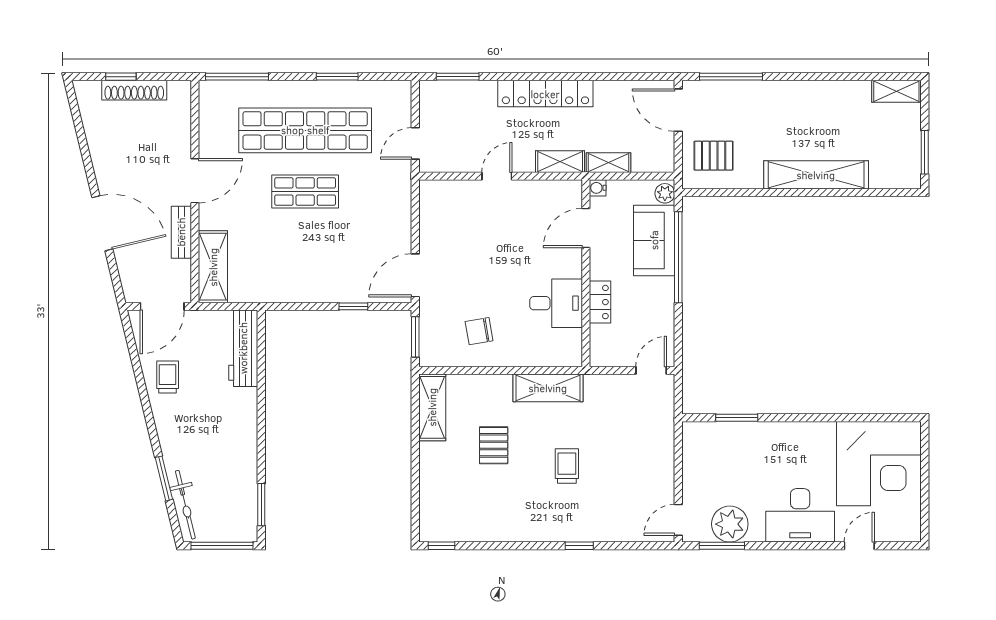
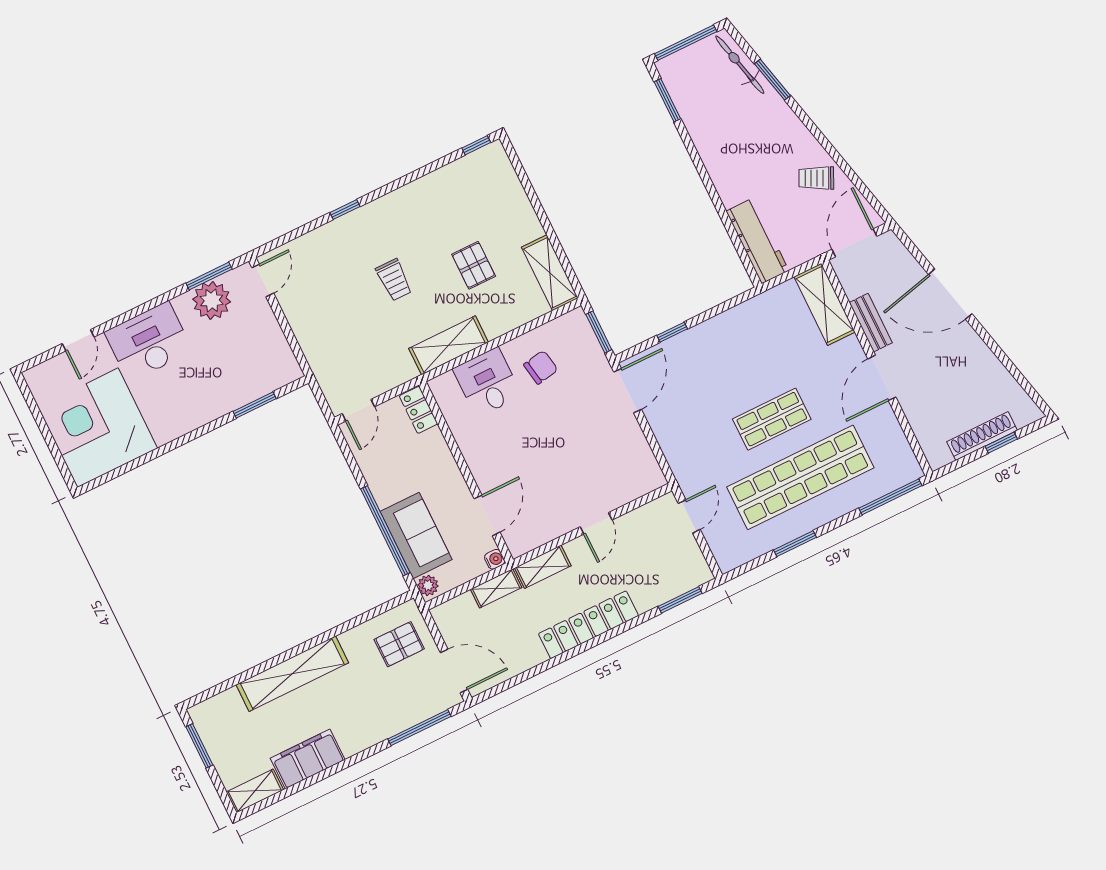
filing cabinet: (839, 96) -> (308, 759), added
locker: (600, 302) -> (419, 410), moved
desk: (556, 303) -> (487, 382), moved, turned 90
trolley: (168, 377) -> (816, 178), turned 116

